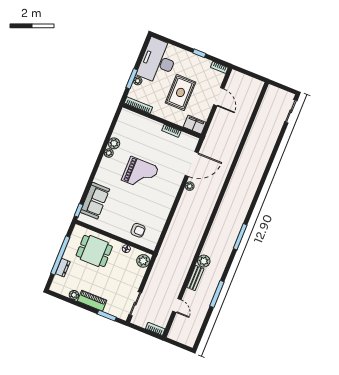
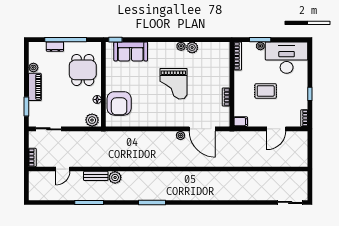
rug: (180, 92) -> (266, 91), width x0.73, depth x0.70
filing cabinet: (195, 125) -> (241, 122), width x0.50
armchair: (138, 230) -> (119, 103), width x1.88, depth x1.88

